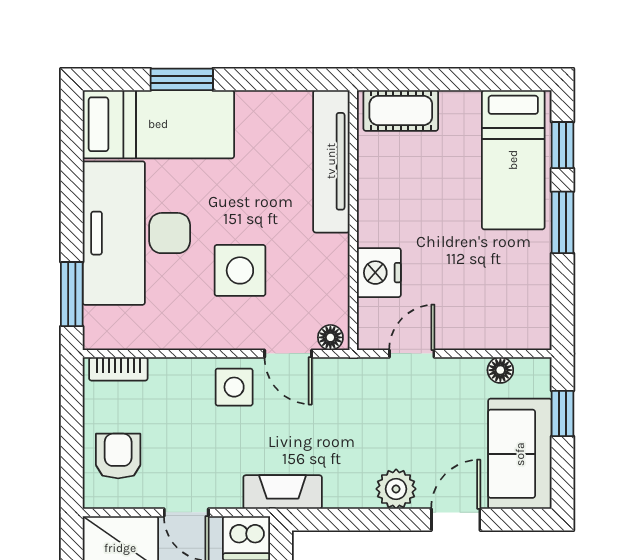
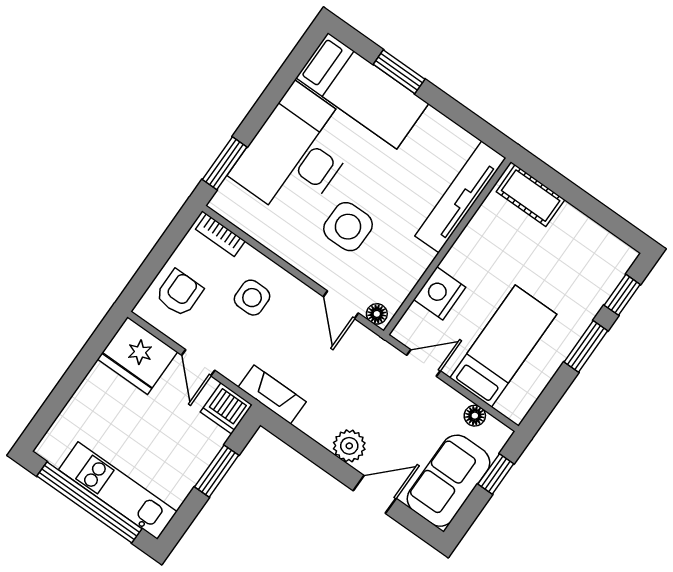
bed: (513, 160) -> (503, 346), moved, turned 180
side table: (234, 387) -> (252, 298), moved

